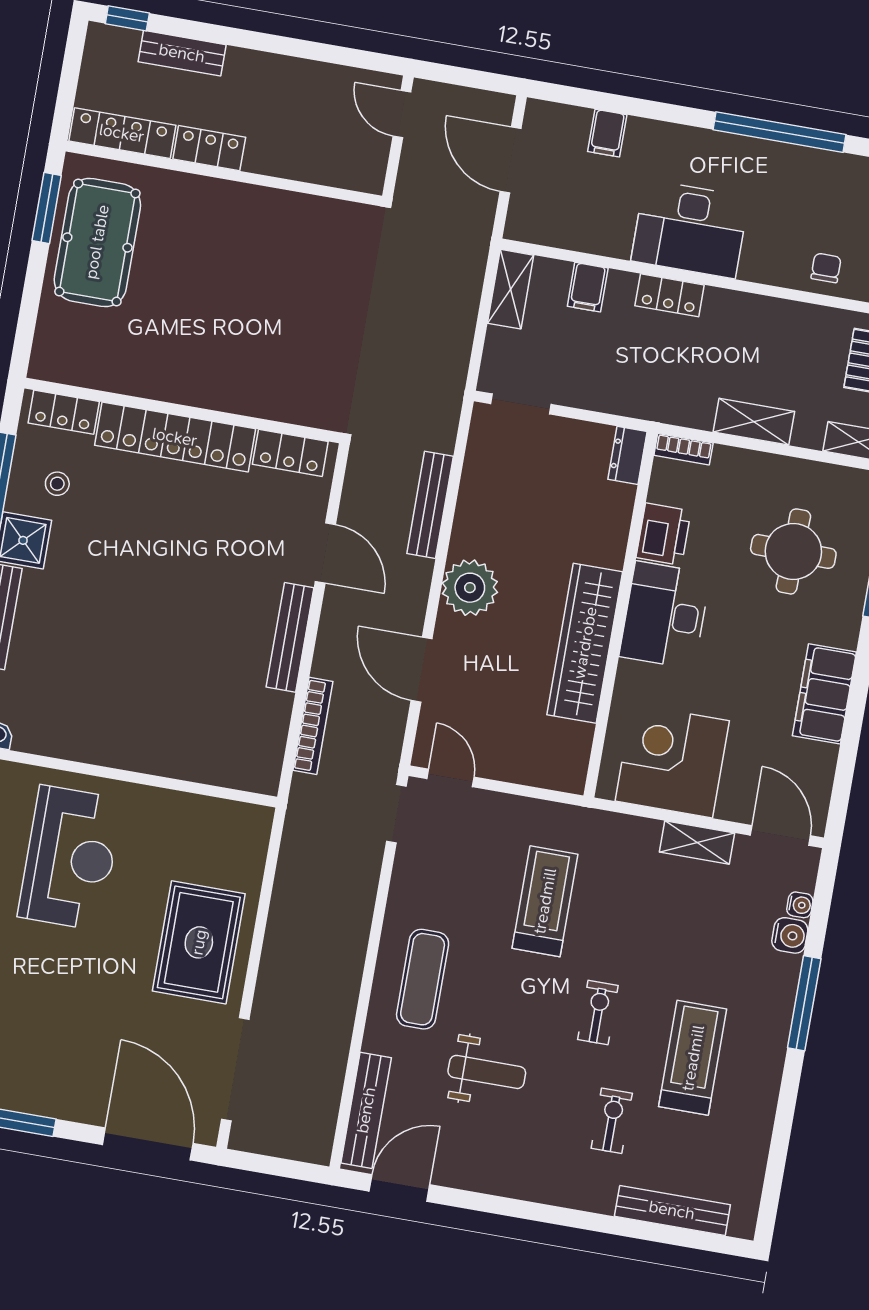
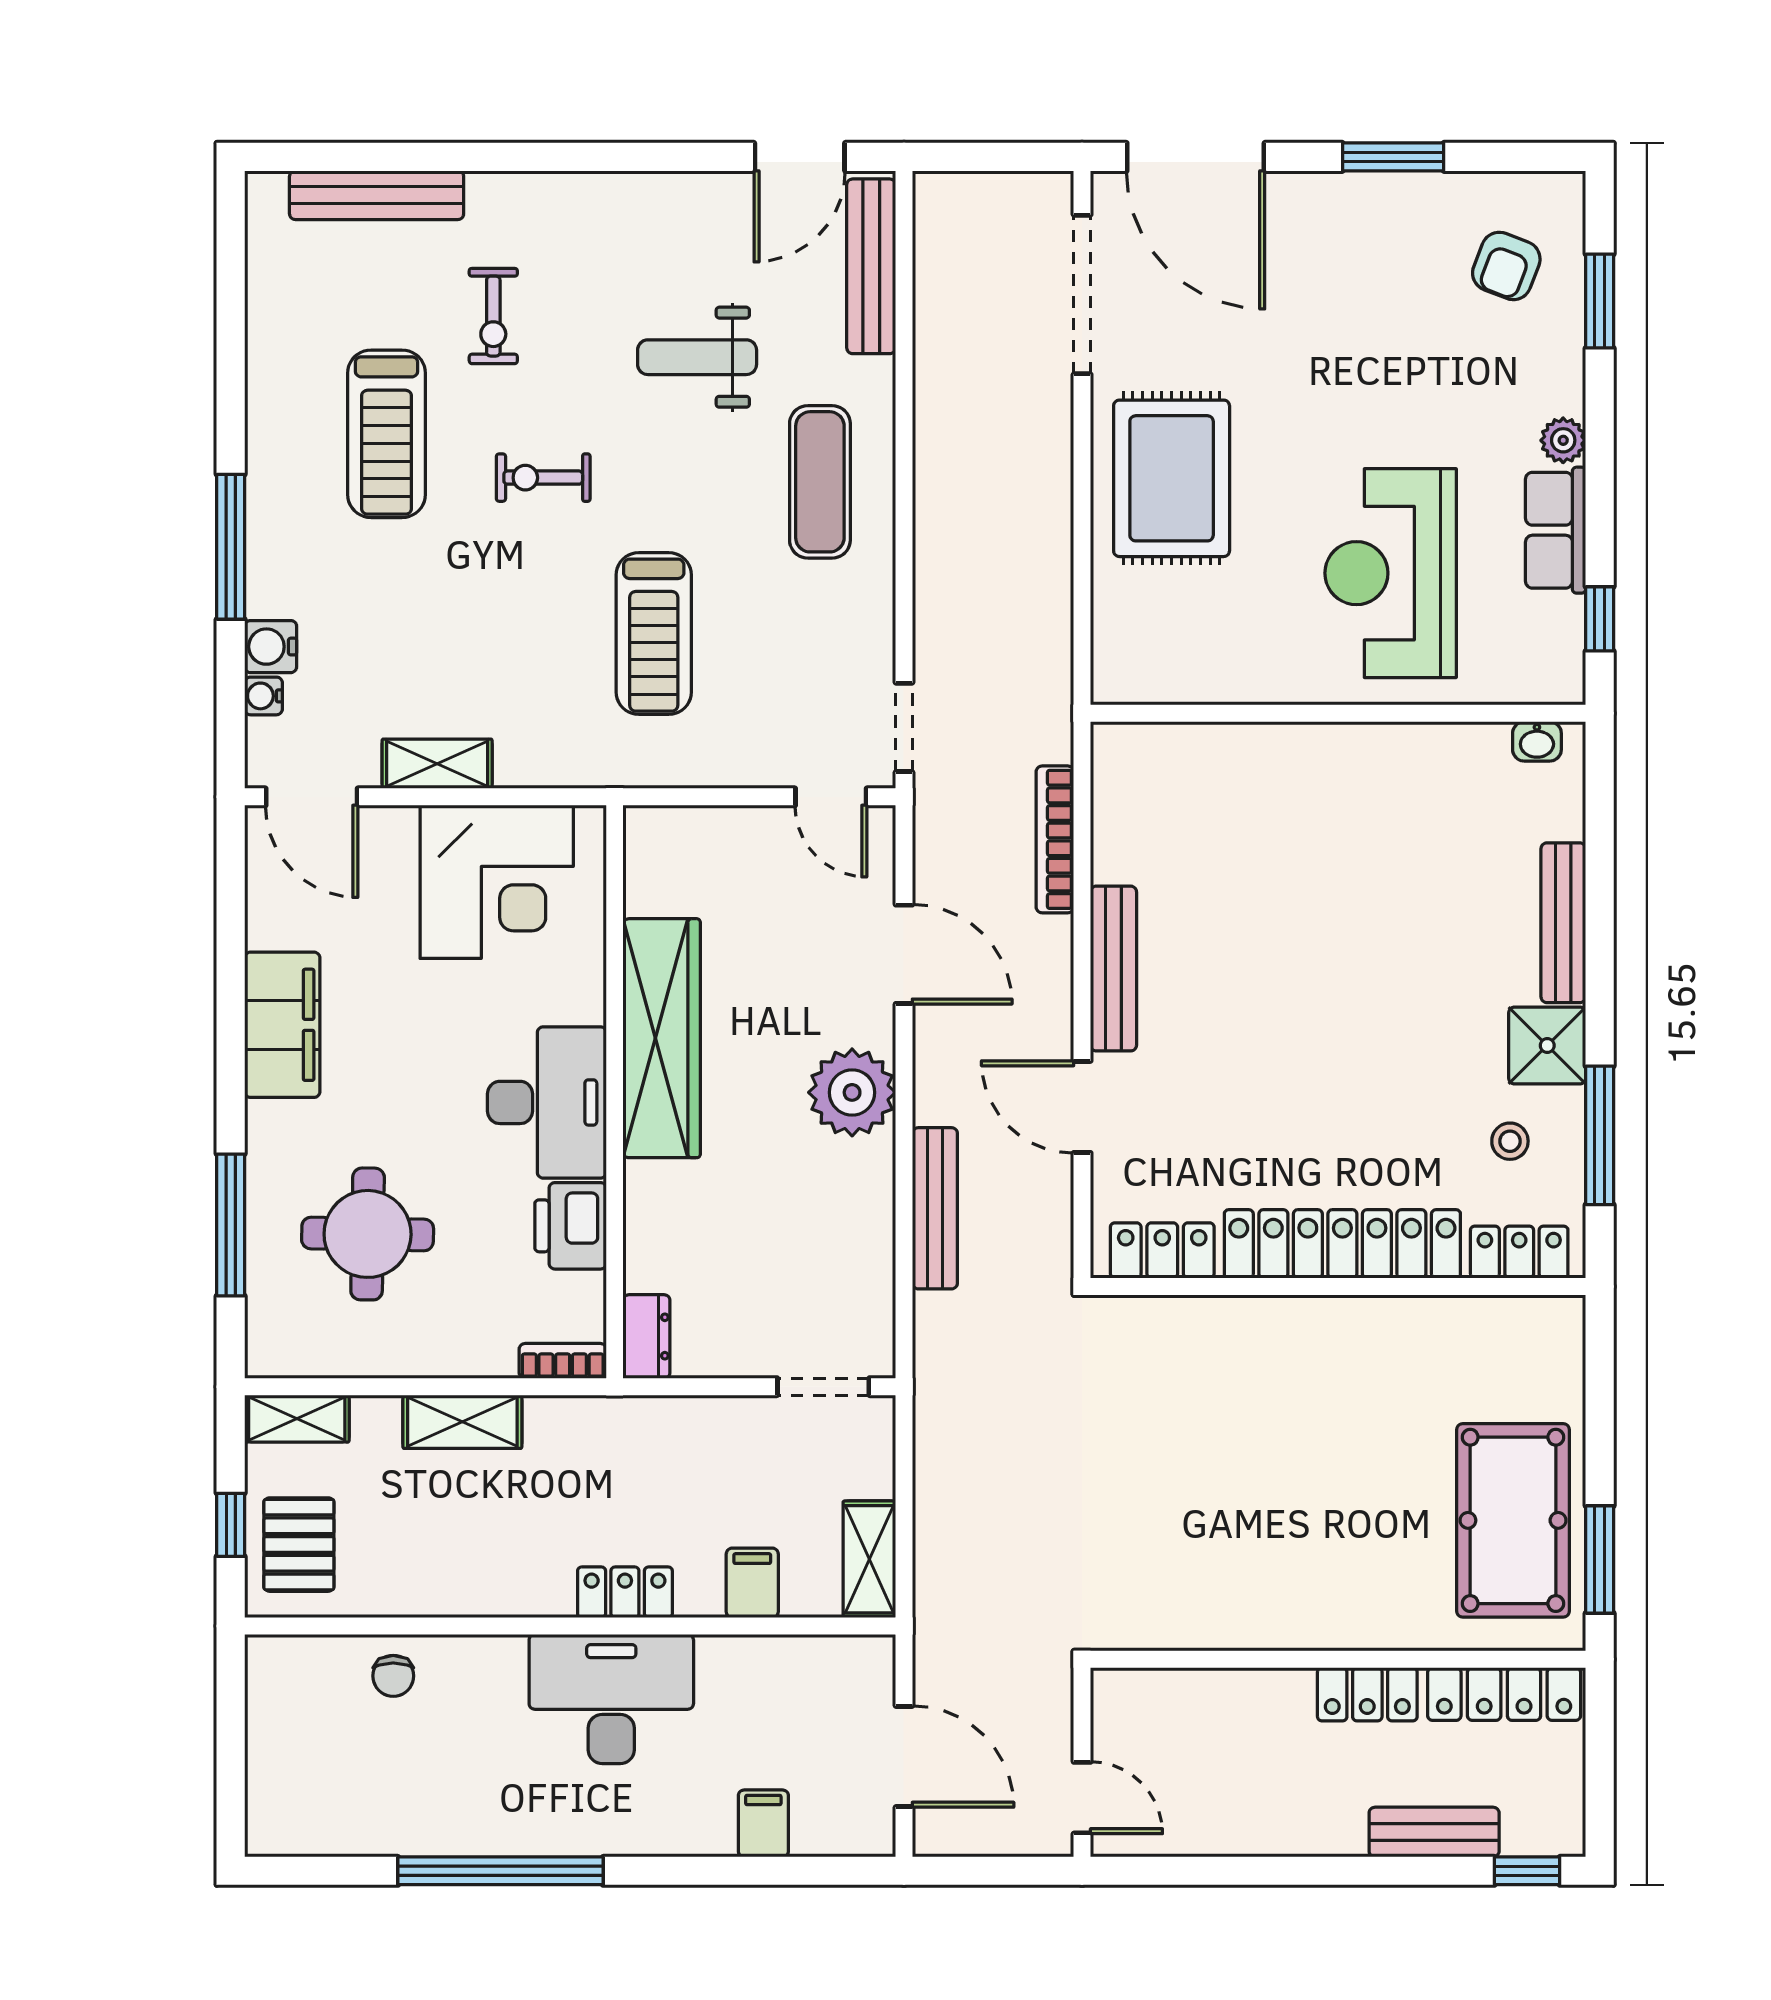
exercise bike: (598, 1013) -> (543, 478), turned 90

